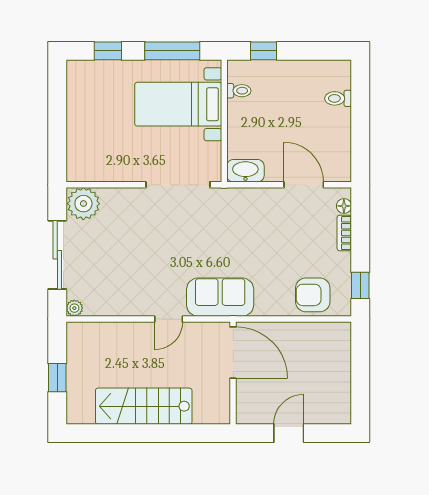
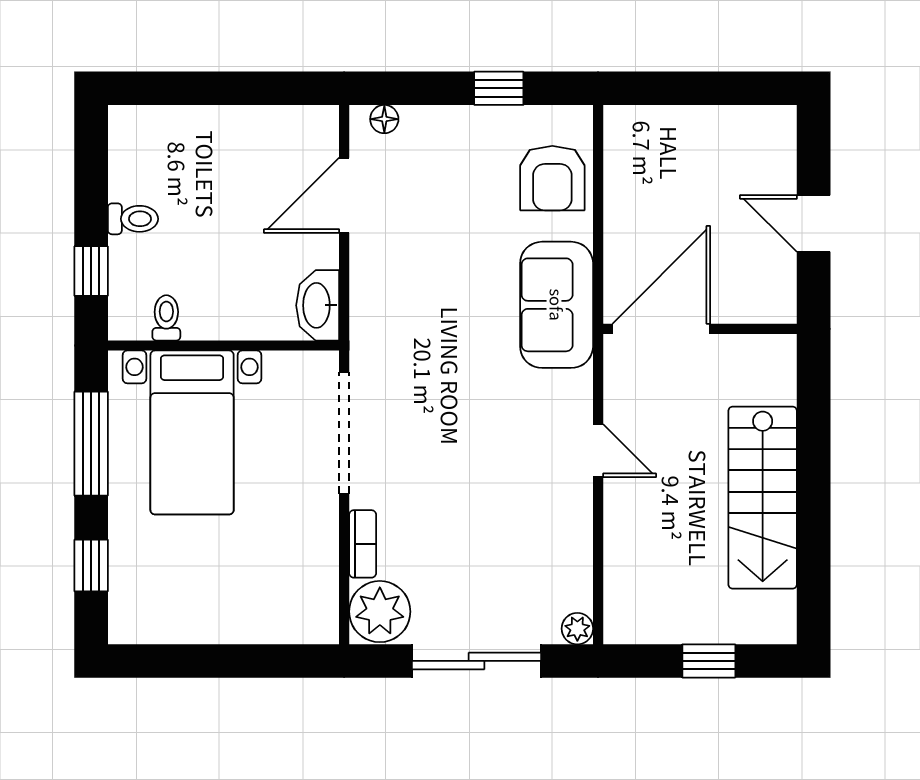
toilet: (338, 98) -> (133, 219), moved, turned -90
bookcase: (344, 233) -> (363, 544), moved, turned -90
window: (360, 285) -> (499, 88), moved
sofa: (220, 297) -> (557, 305), moved

